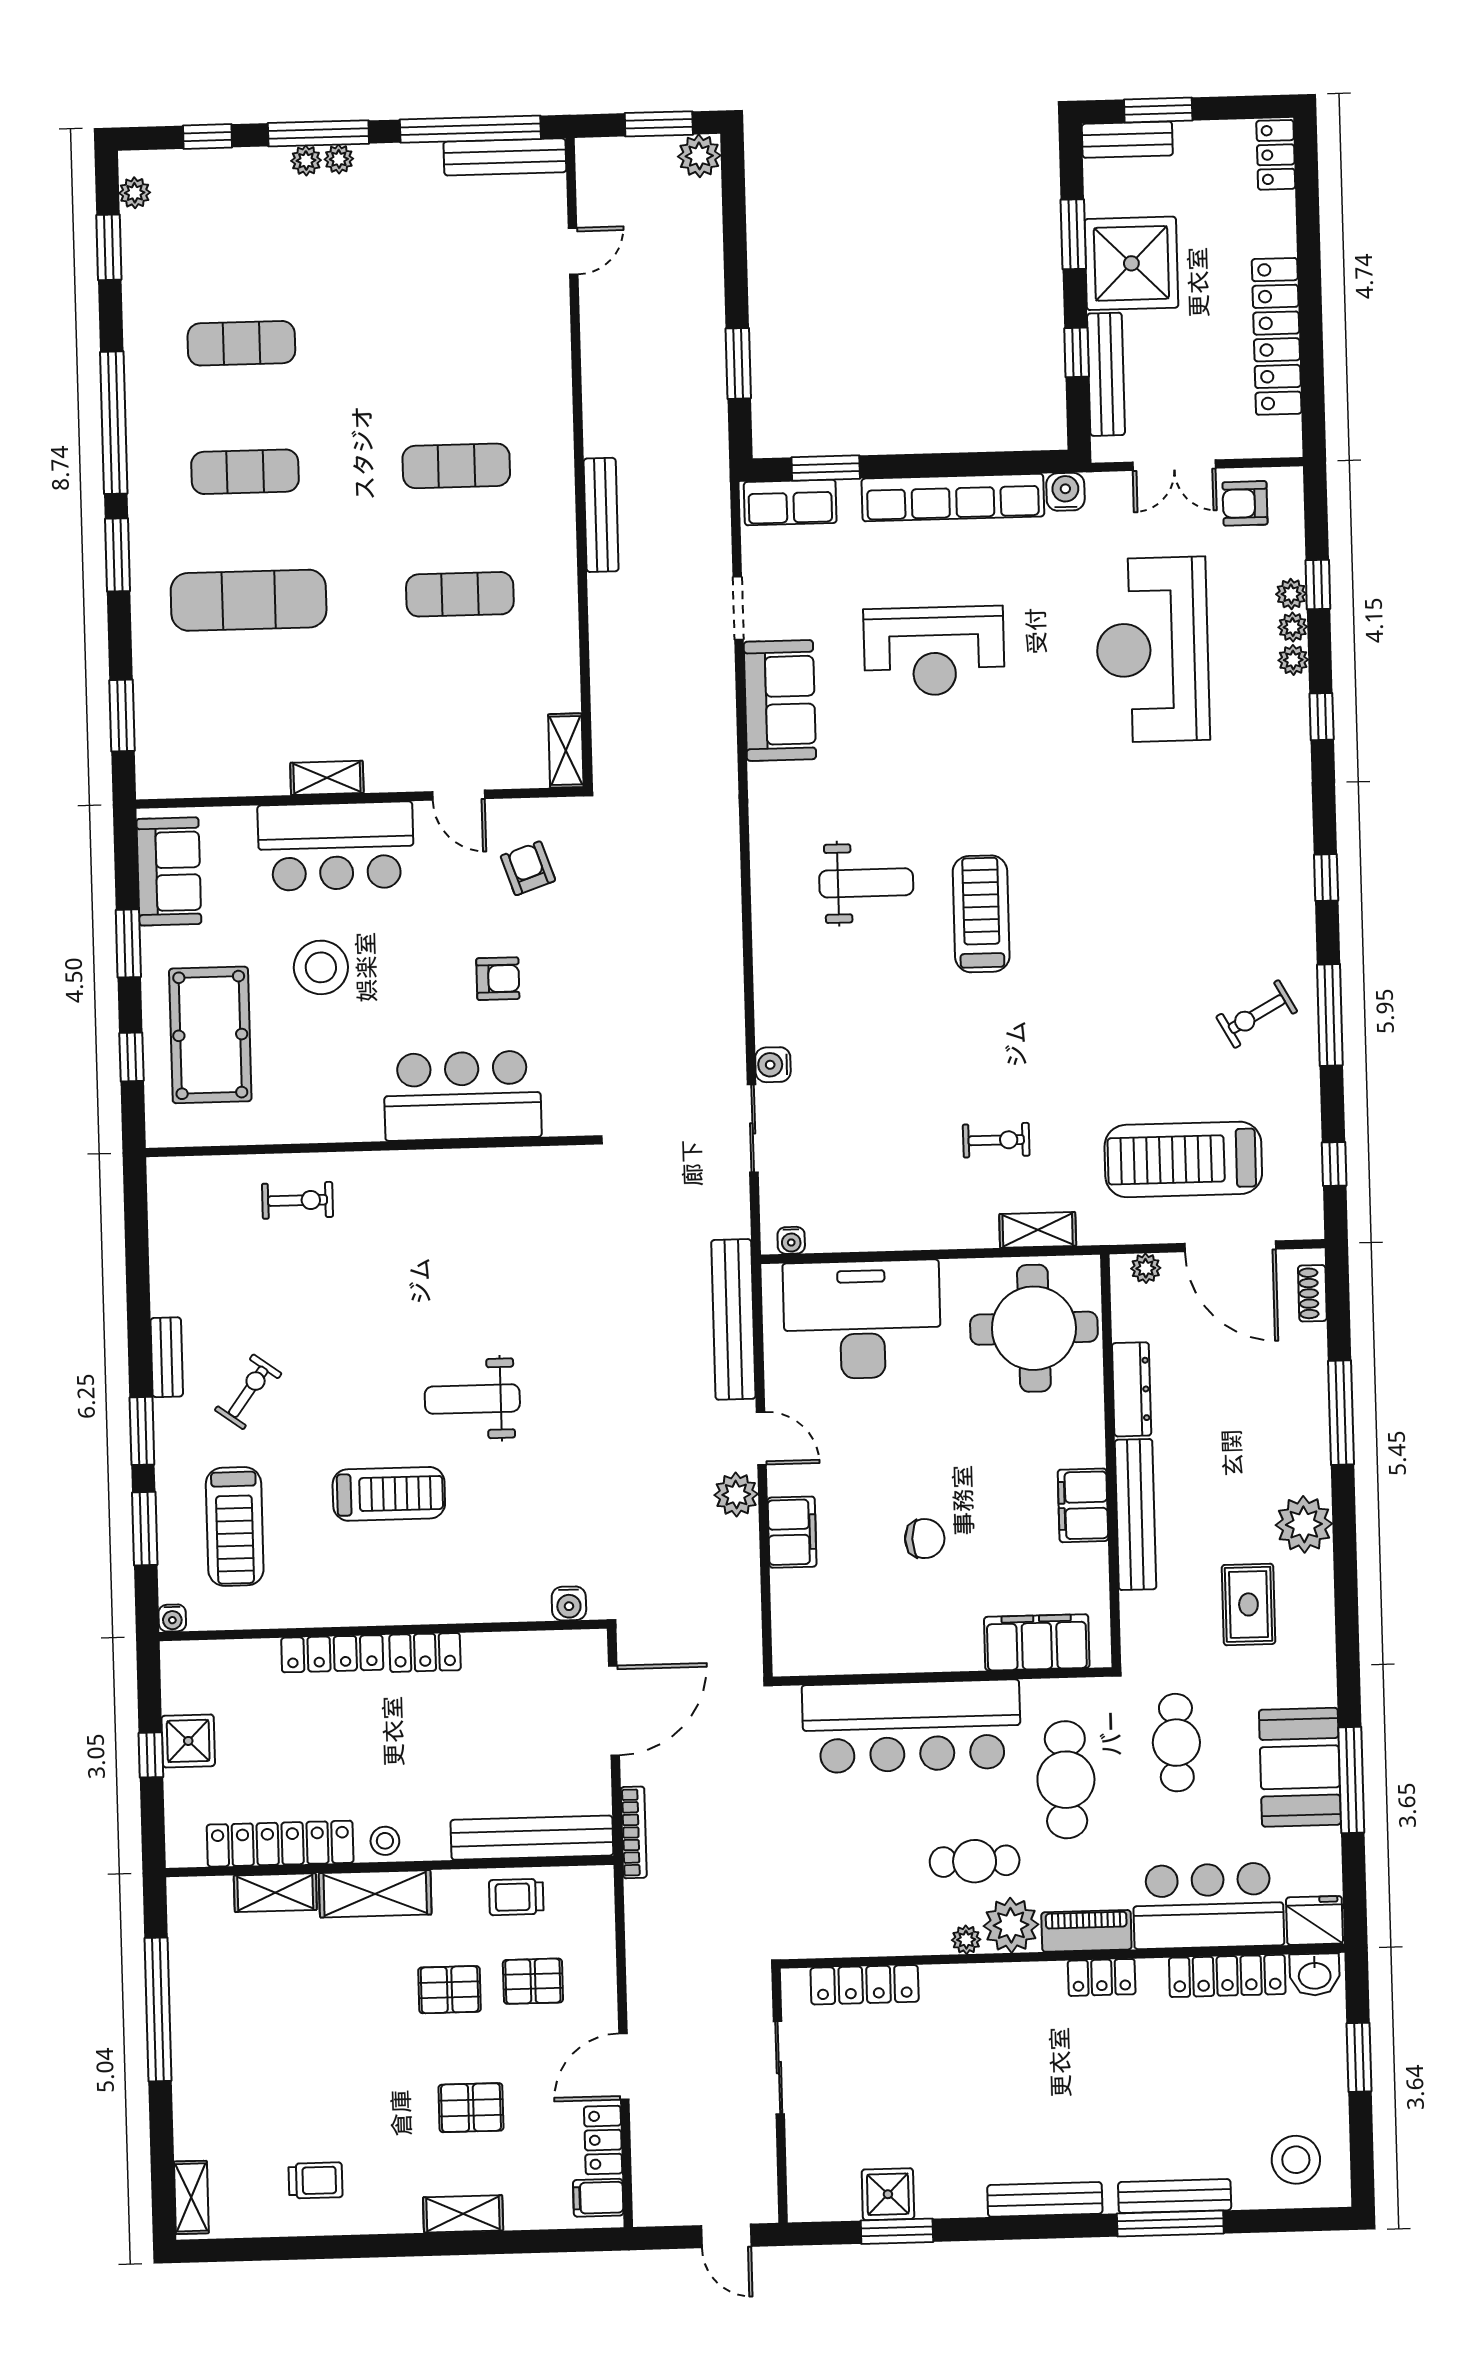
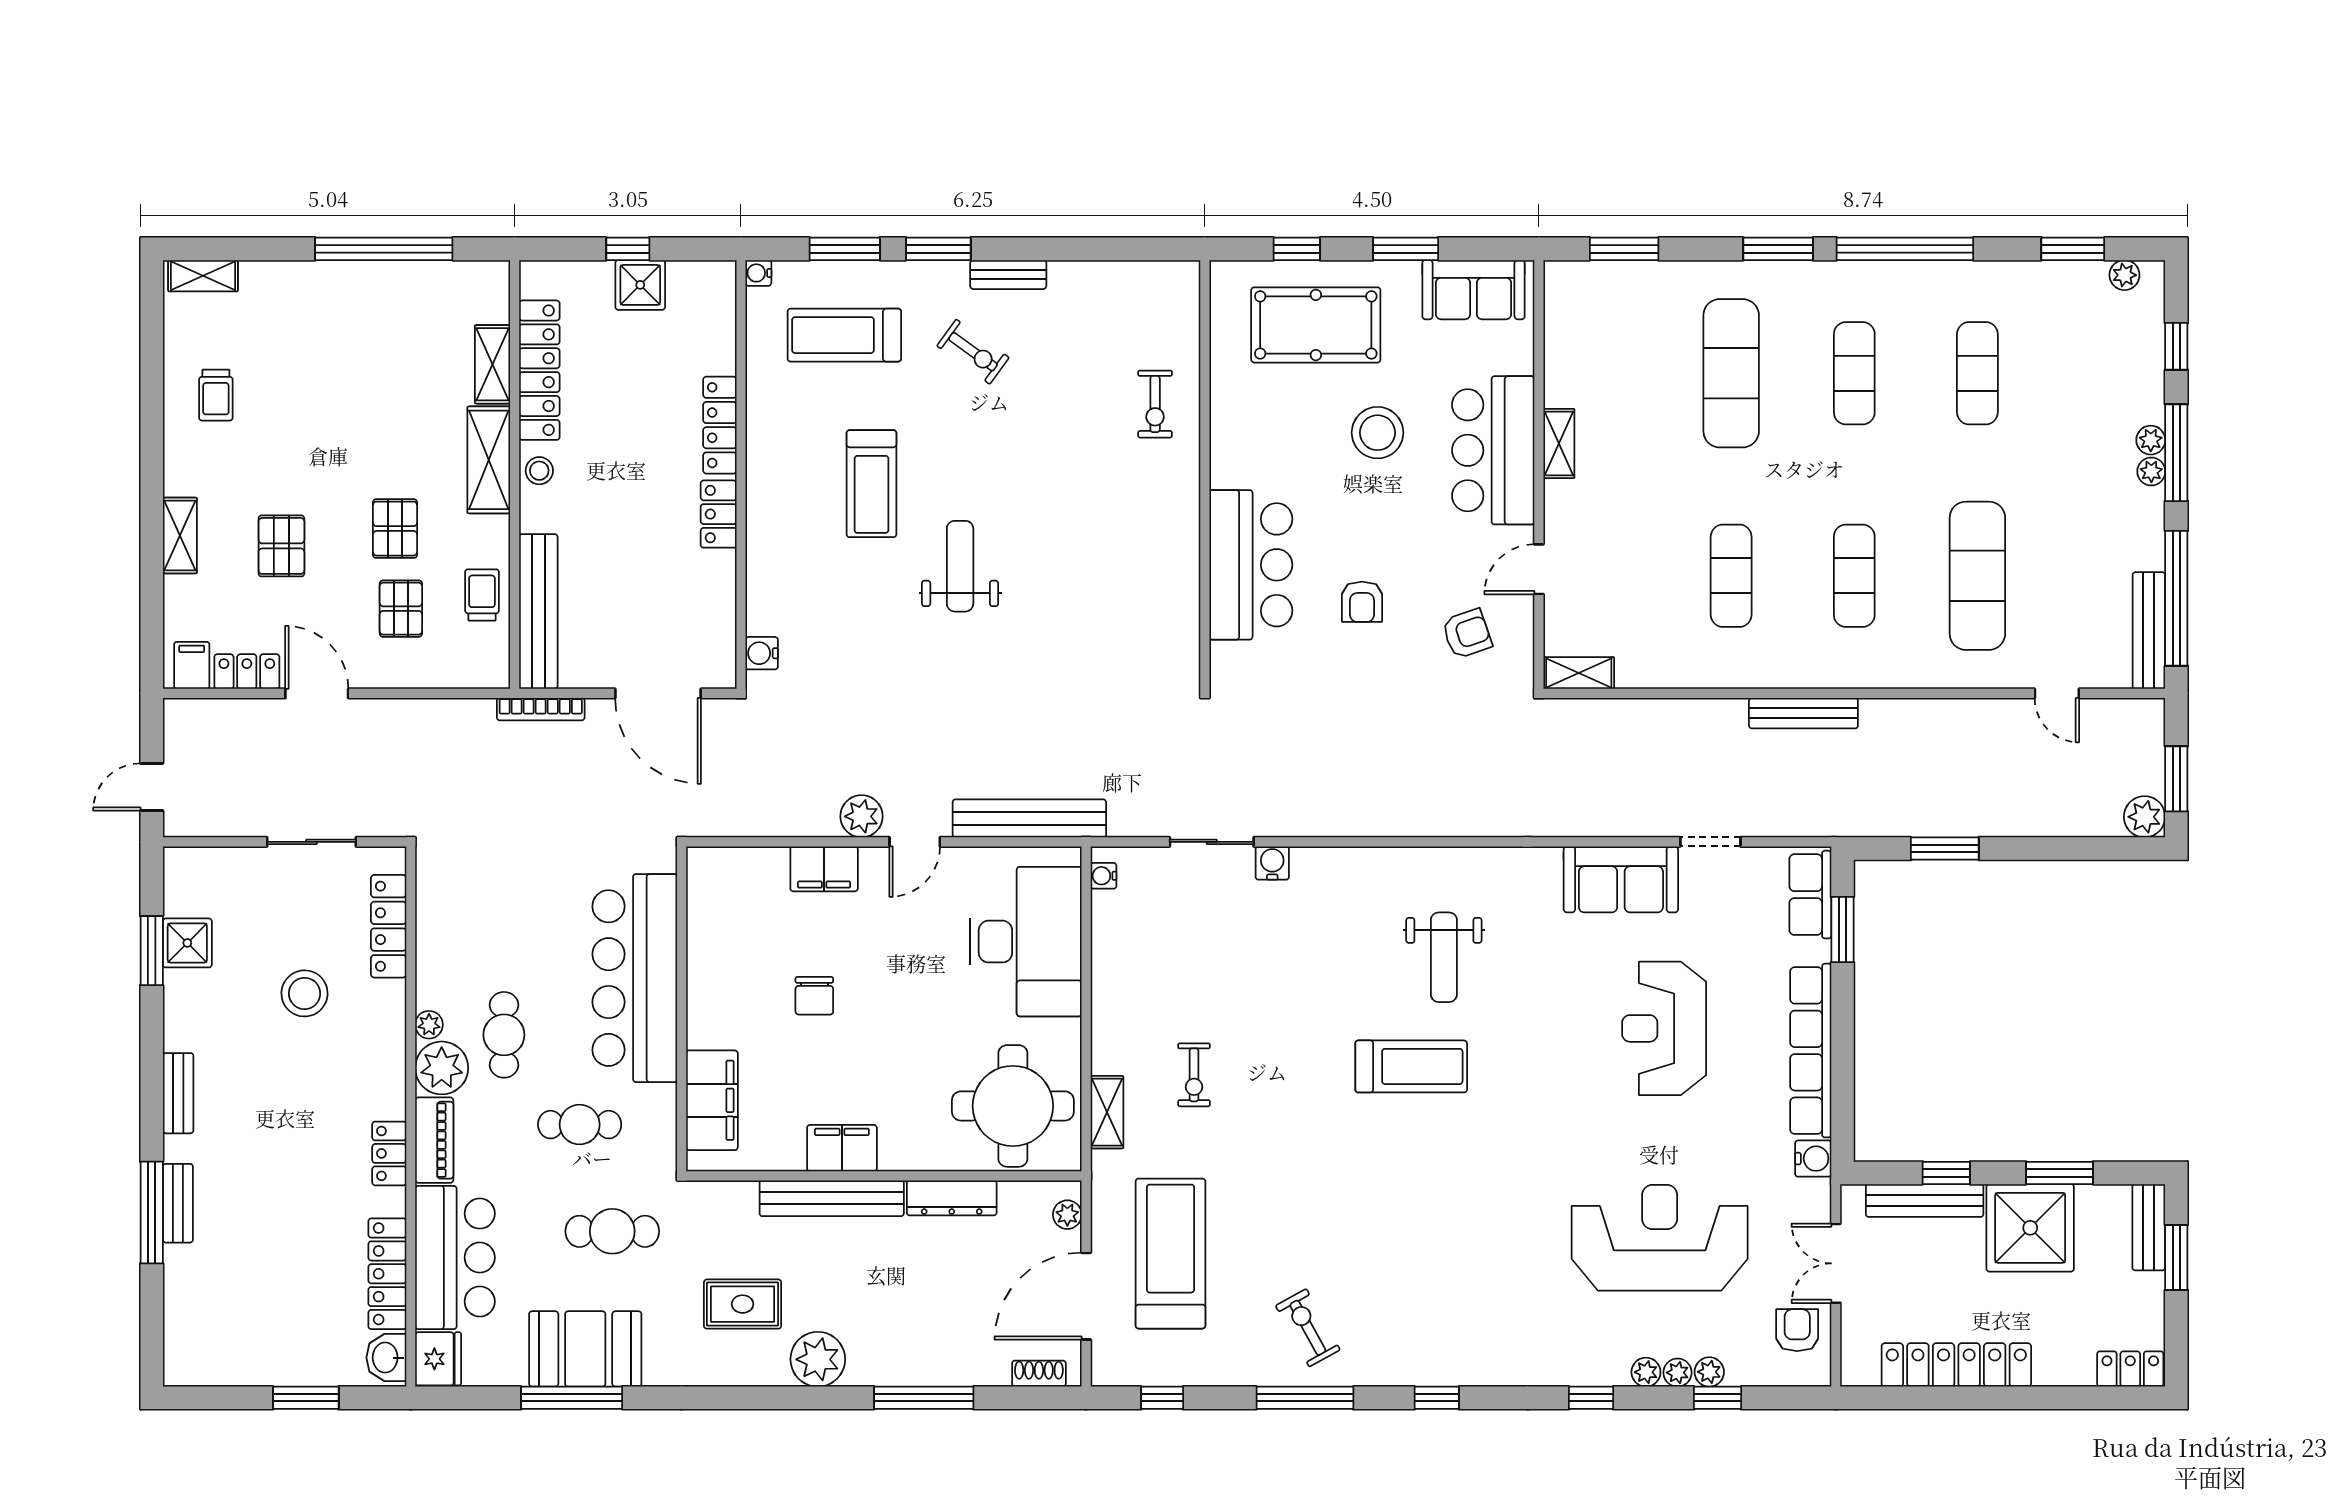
exercise mat: (453, 337) -> (1977, 576), added
cafe table: (1066, 1780) -> (580, 1125), width x0.73, depth x0.74
stool: (1296, 2160) -> (304, 993), moved
bench: (1175, 2196) -> (178, 1203), width x0.73
bench: (1045, 2199) -> (178, 1093), width x0.73

